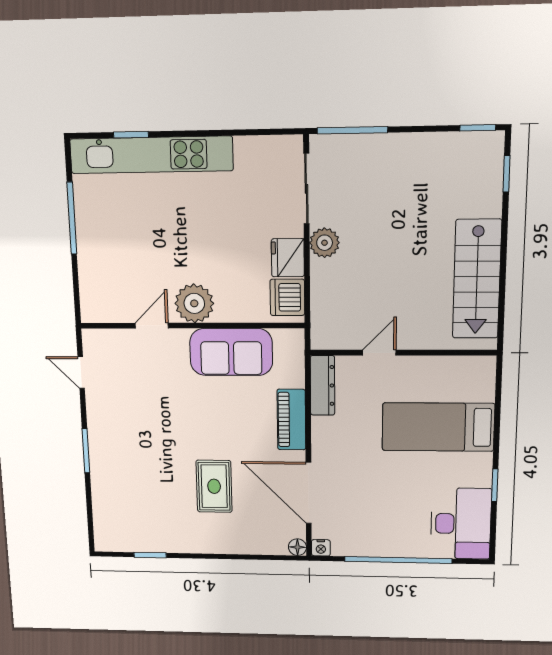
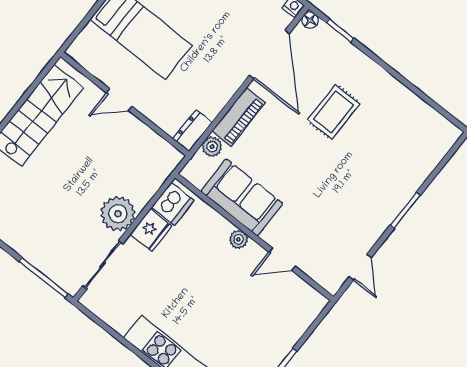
plant: (325, 243) -> (118, 214), width x1.36, depth x1.36
plant: (194, 303) -> (238, 239), width x0.53, depth x0.53
door: (379, 353) -> (119, 100), moved
plant: (294, 376) -> (212, 147), added
dresser: (323, 385) -> (192, 131), width x0.70
window: (150, 555) -> (340, 31), moved

